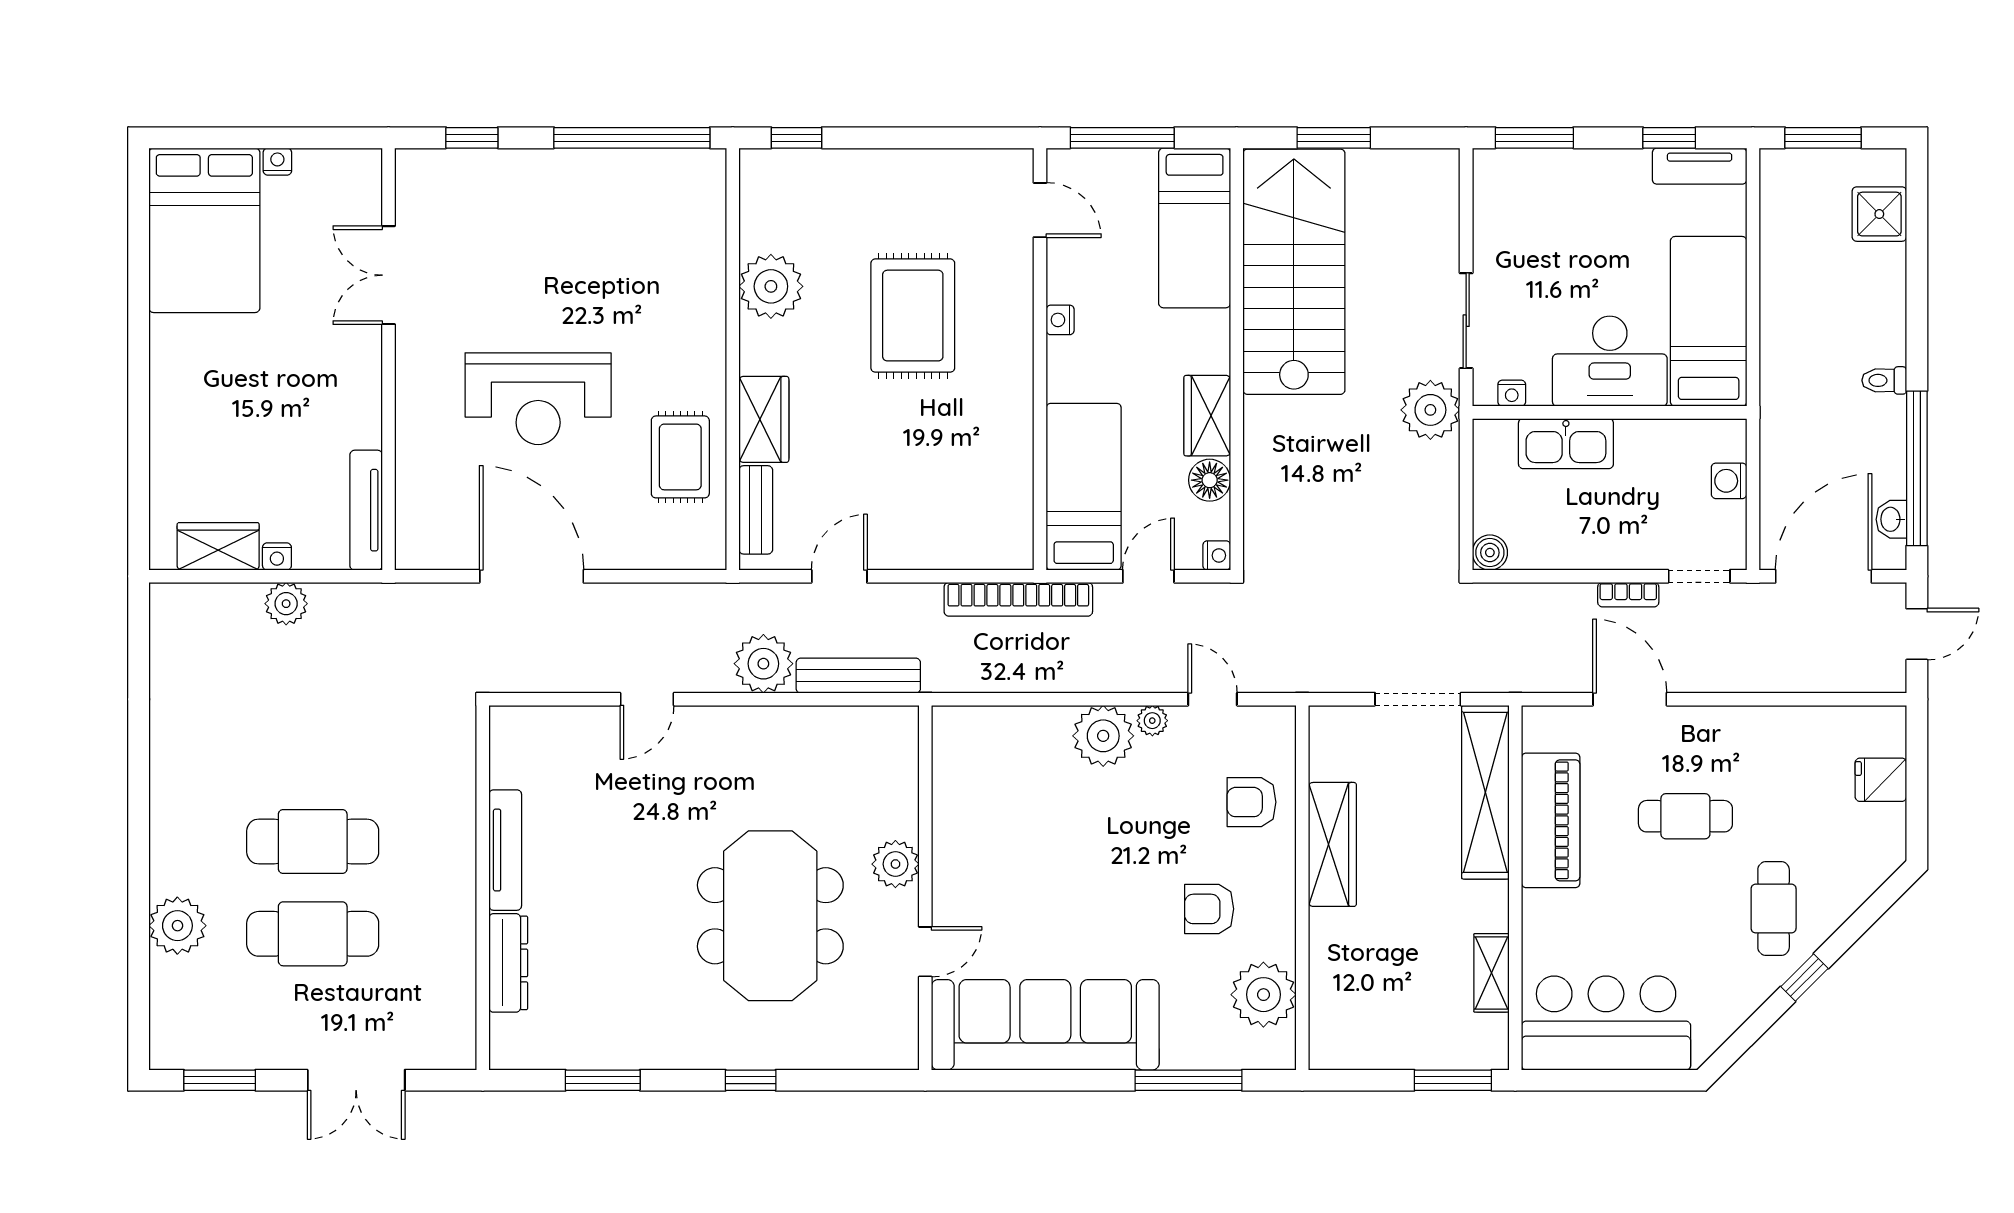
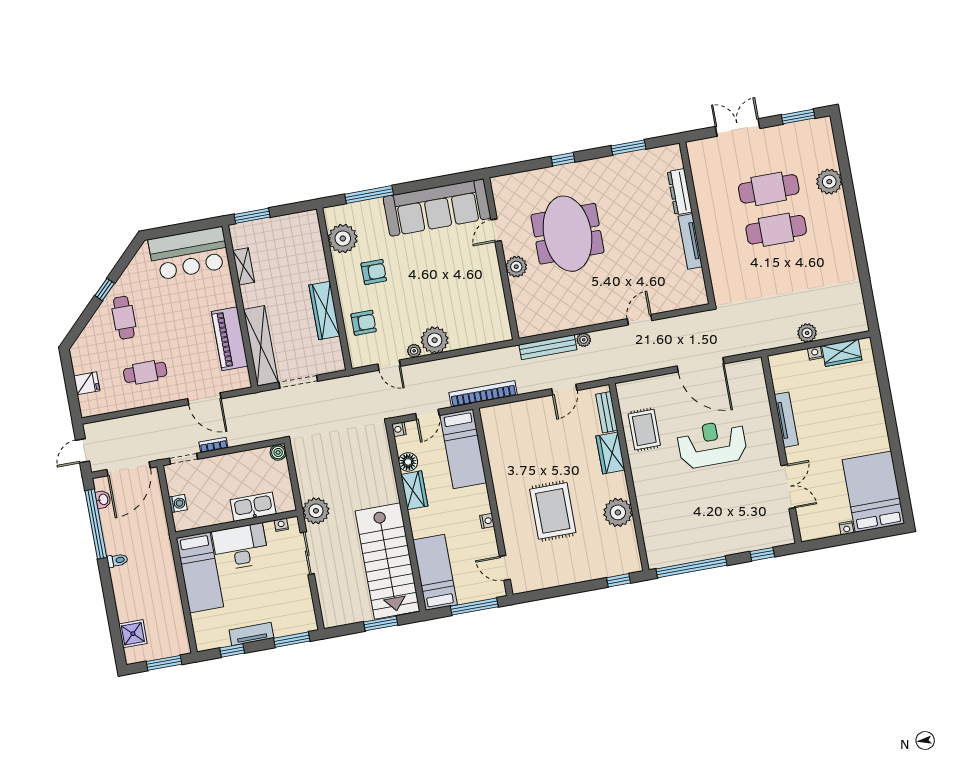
tv unit: (1700, 166) -> (251, 634), moved
tv unit: (366, 510) -> (786, 420), moved
plant: (763, 664) -> (584, 340), width x0.53, depth x0.53
cafe table: (1685, 816) -> (145, 372), moved

